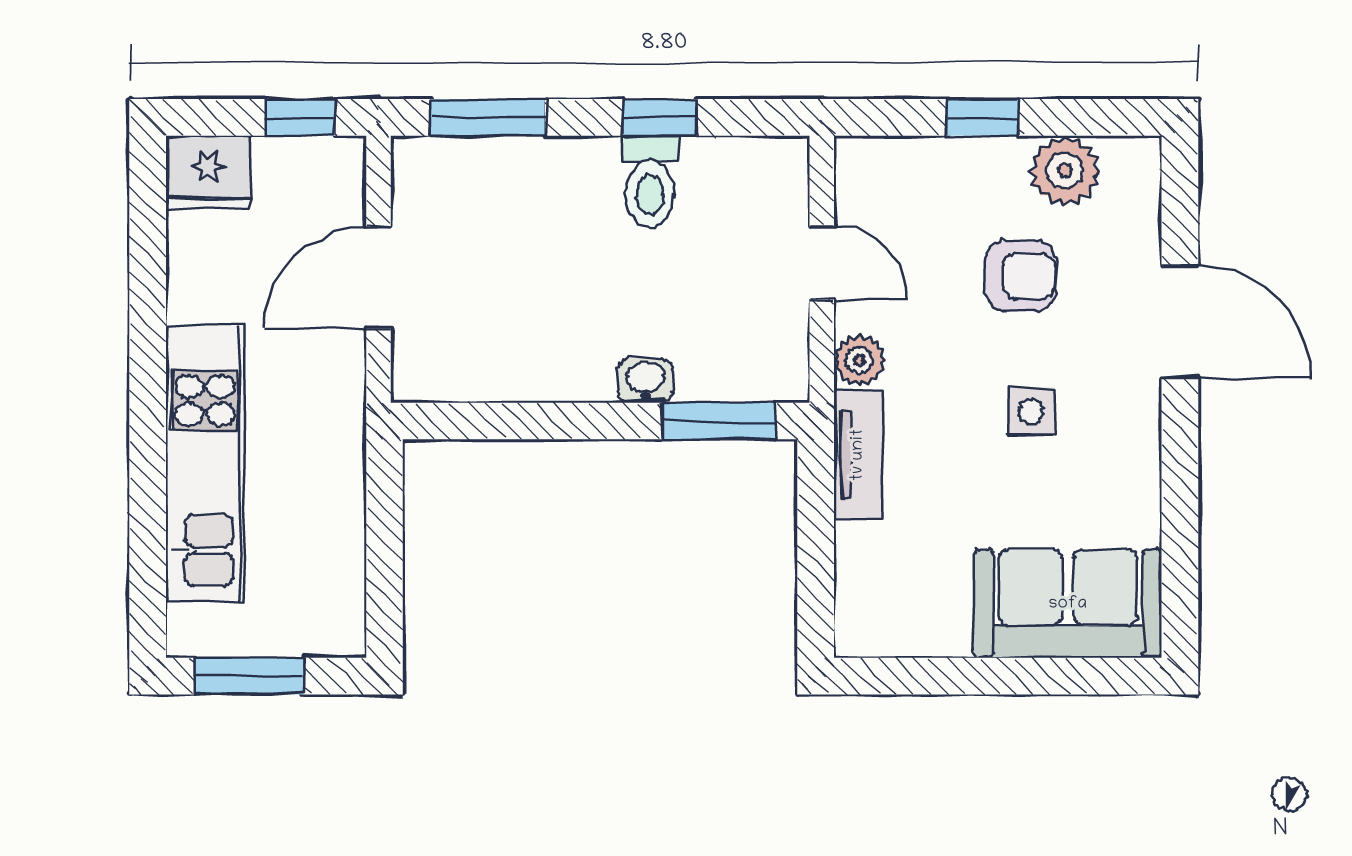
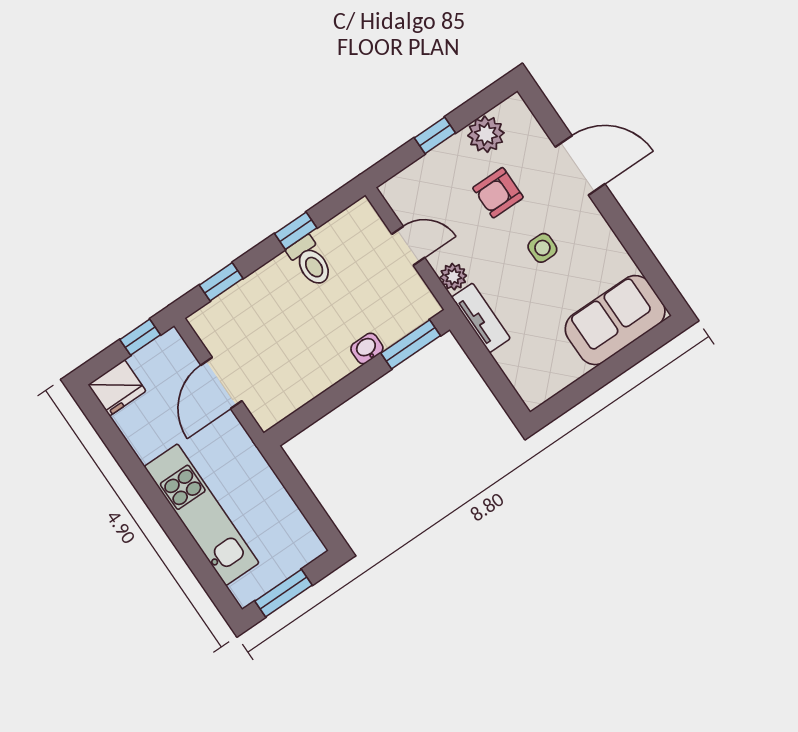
window: (488, 117) -> (221, 282), width x0.67
armchair: (1021, 276) -> (498, 193), turned 180

